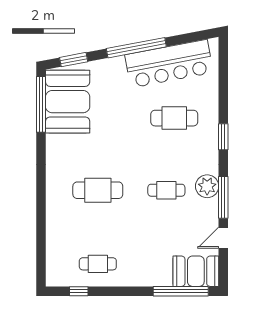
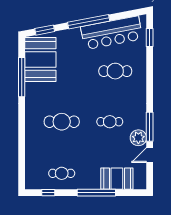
window: (41, 104) -> (22, 77), moved
window: (223, 137) -> (150, 38), moved
plant: (207, 186) -> (138, 138), moved
booth: (196, 271) -> (117, 179), moved
window: (181, 291) -> (96, 193), moved

